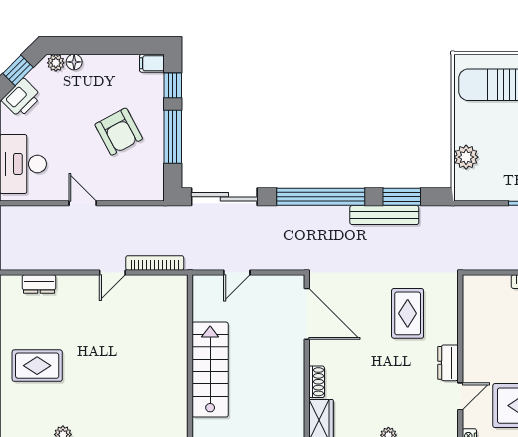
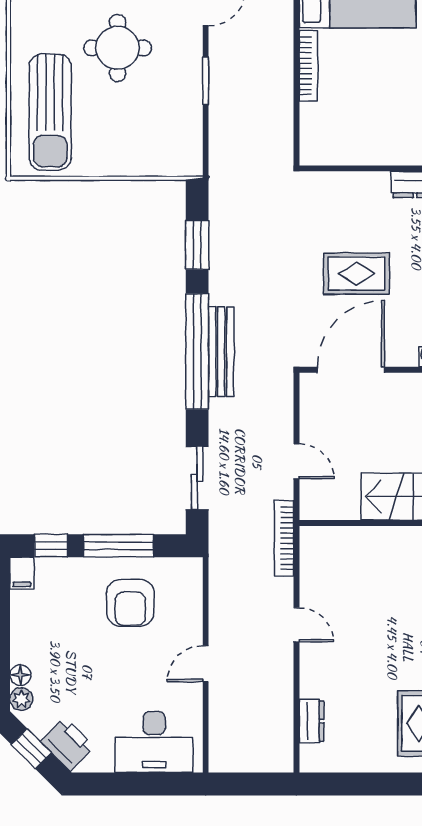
armchair: (119, 132) -> (130, 603), moved, turned 118
plant: (466, 157) -> (145, 161), removed
sliding door: (224, 197) -> (197, 478), width x0.73
bench: (384, 215) -> (221, 352), moved
bookcase: (155, 263) -> (284, 538), moved
rug: (408, 313) -> (356, 274), moved

